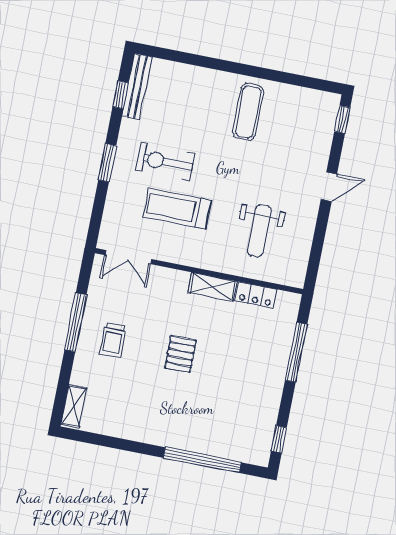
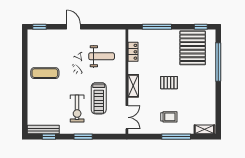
shelving: (212, 287) -> (133, 86), moved
window: (76, 322) -> (176, 137), moved
pallet: (240, 415) -> (193, 48), added

